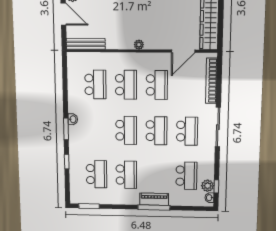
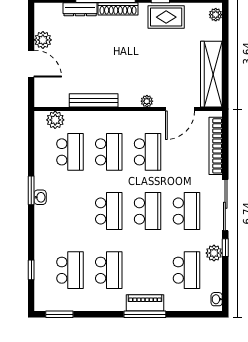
bench: (86, 44) -> (94, 100), moved
plant: (139, 45) -> (147, 101), moved
plant: (83, 59) -> (55, 120), added
window: (66, 129) -> (31, 190), moved
window: (67, 162) -> (31, 270), moved
plant: (208, 186) -> (214, 253), moved
window: (216, 186) -> (225, 248), moved

